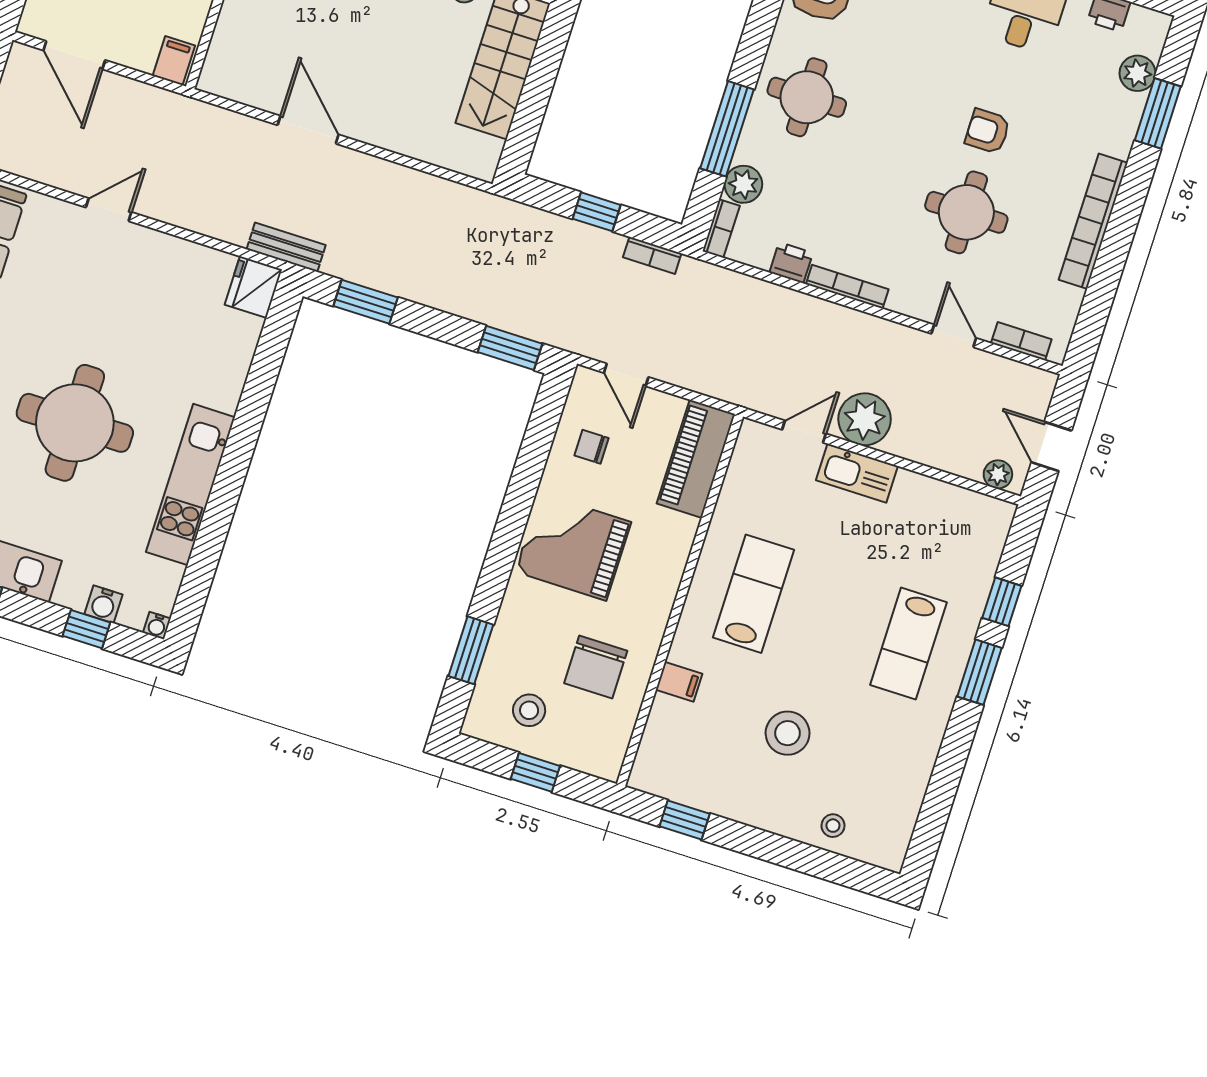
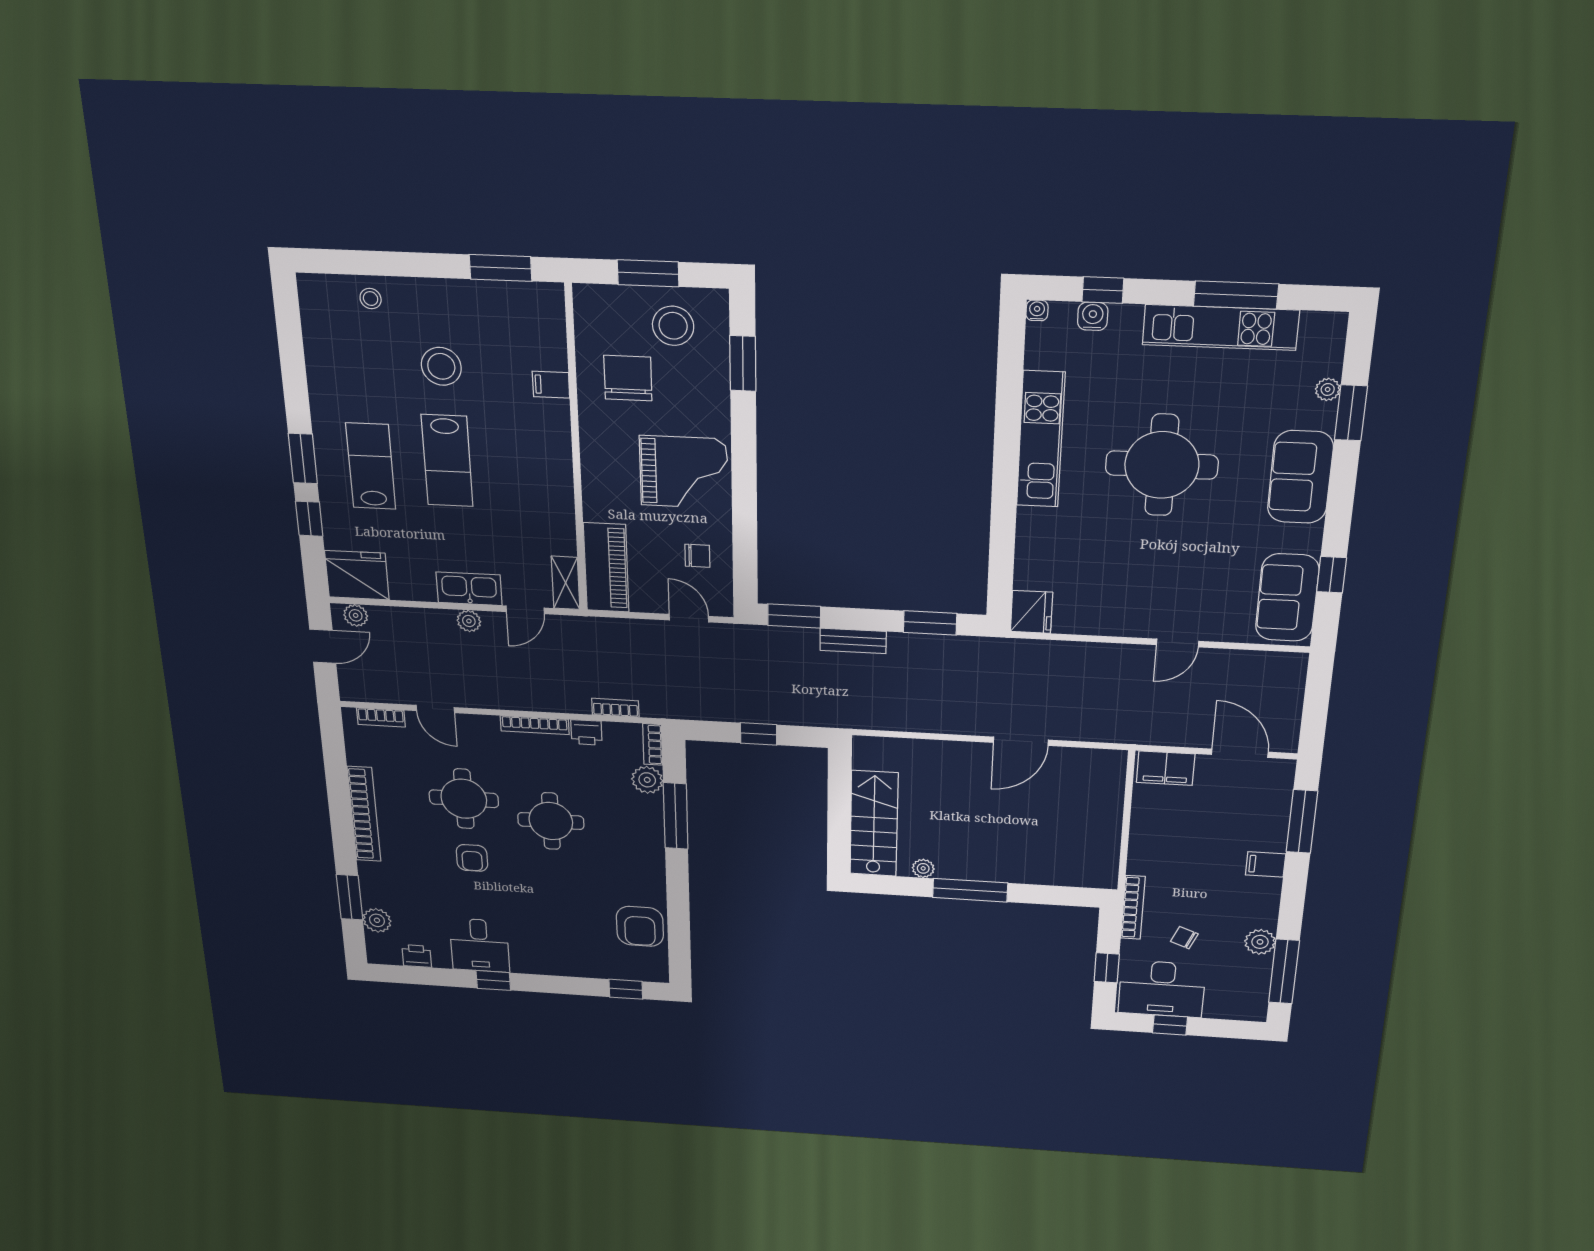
filing cabinet: (174, 61) -> (1166, 768), width x2.00
round table: (807, 97) -> (551, 821), moved
door: (308, 130) -> (1021, 741), hinge flipped
armchair: (988, 131) -> (472, 858), turned 90
bench: (286, 247) -> (853, 641), moved
bookcase: (652, 255) -> (615, 708), moved
plant: (865, 419) -> (469, 621), width x0.53, depth x0.53
door: (1051, 446) -> (323, 646), hinge flipped
shelving: (747, 452) -> (566, 583), added
fridge: (976, 522) -> (357, 575), added
lab bench: (754, 594) -> (447, 461), moved
stool: (529, 710) -> (673, 326), width x1.38, depth x1.38
window: (535, 772) -> (648, 273), width x1.50
window: (685, 820) -> (501, 268), width x1.50

